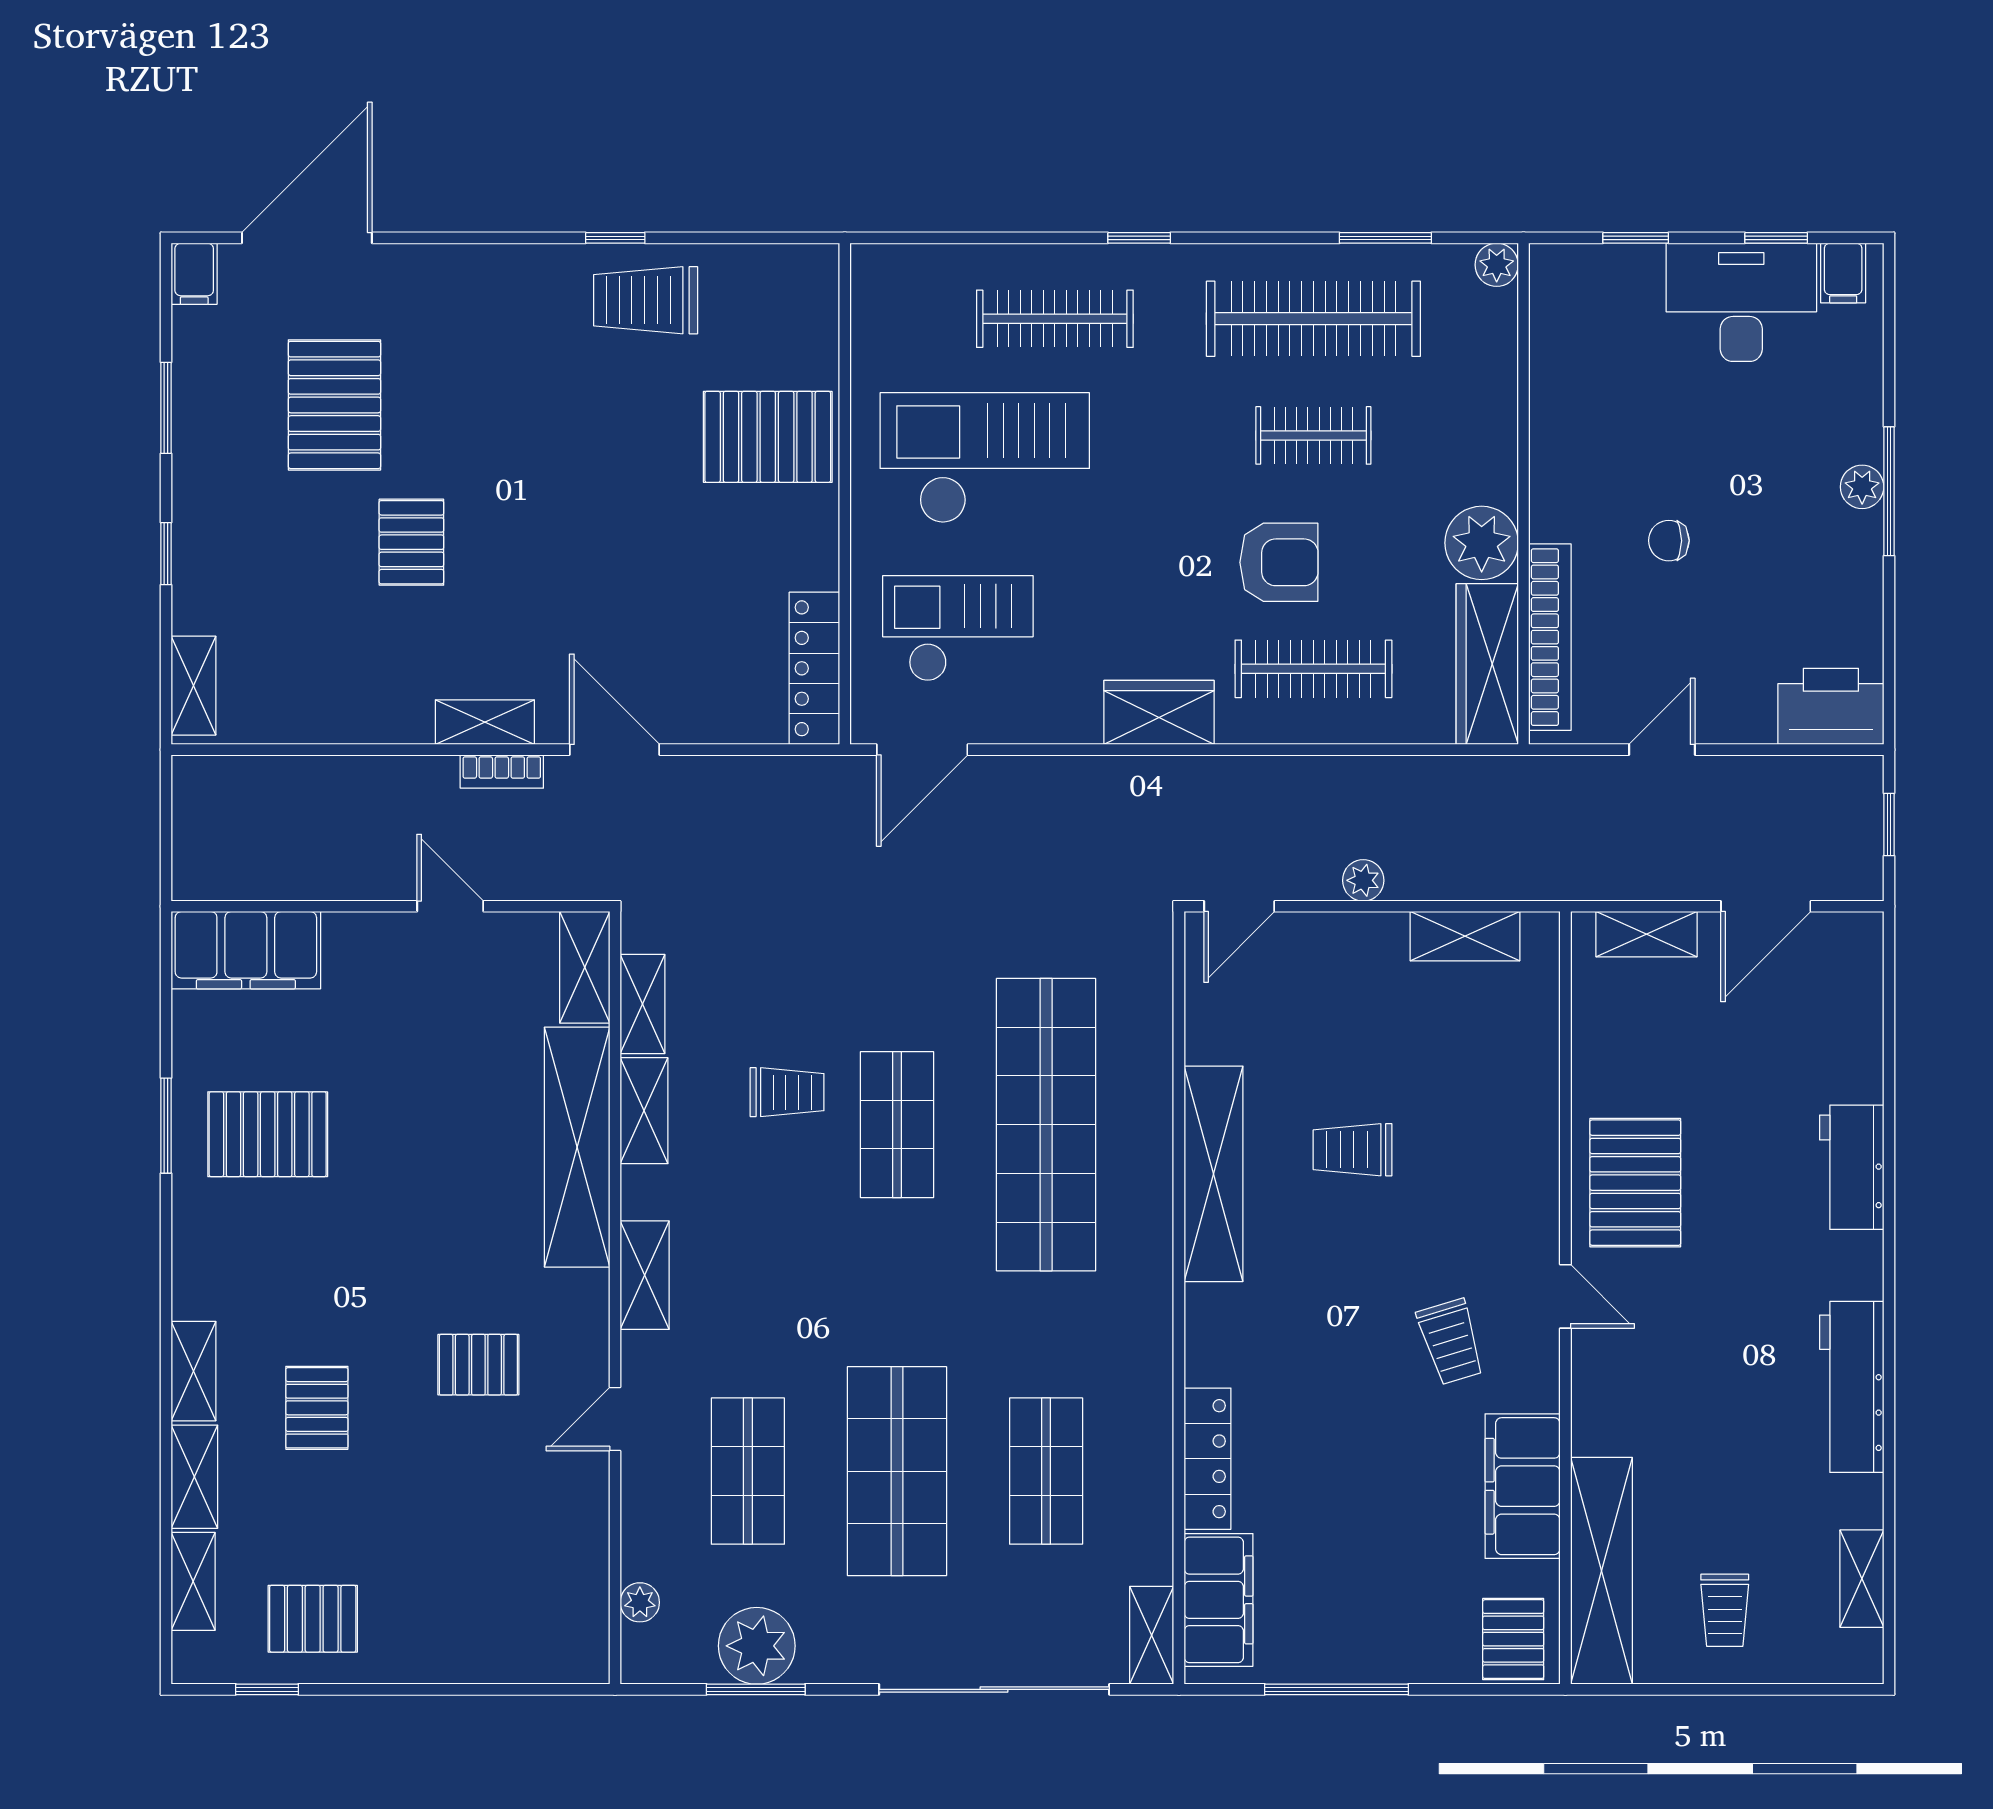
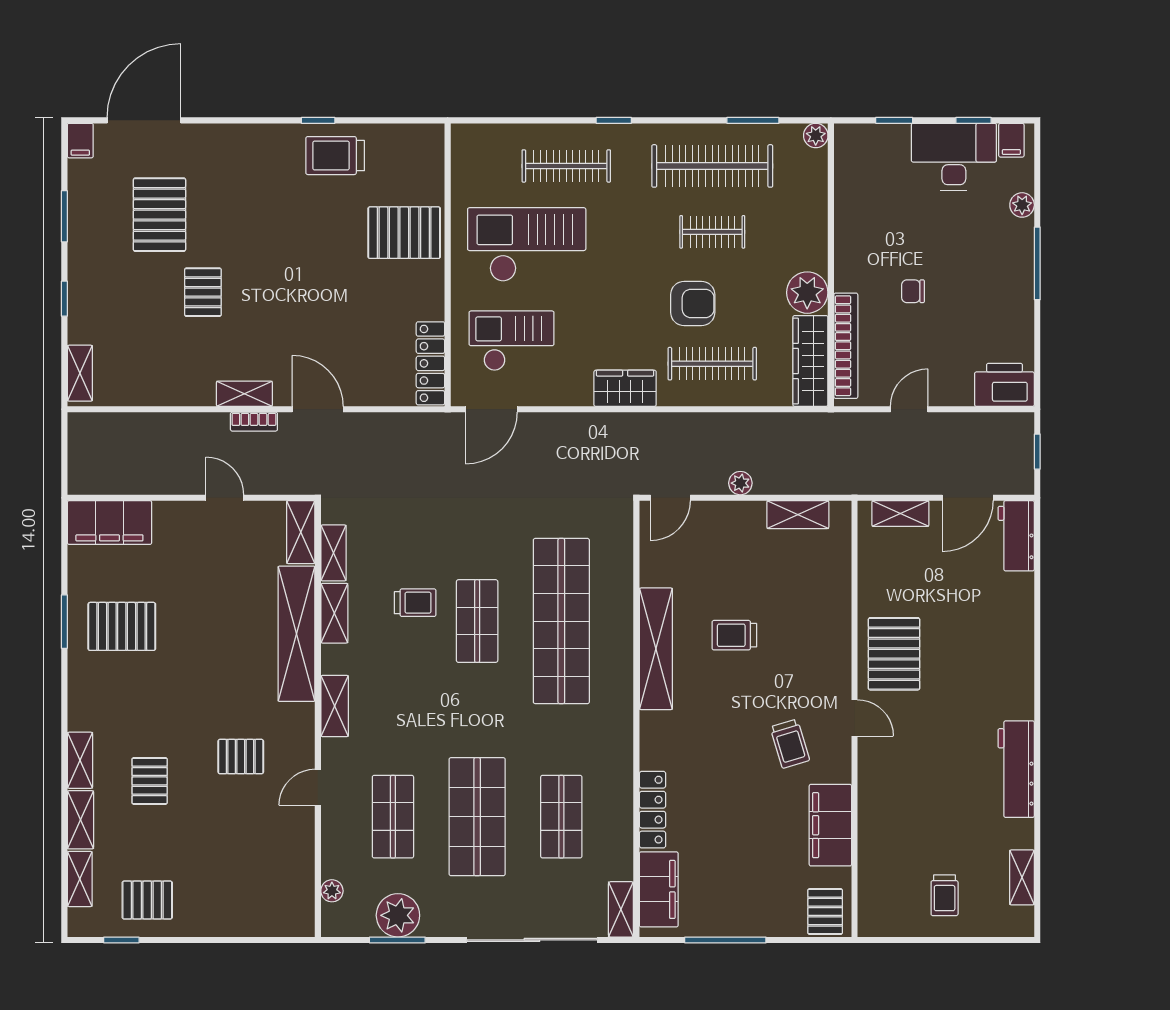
plant: (1862, 487) -> (1022, 205), moved
workbench: (1852, 1167) -> (1016, 536), moved
shelving: (1601, 1571) -> (875, 873), removed

